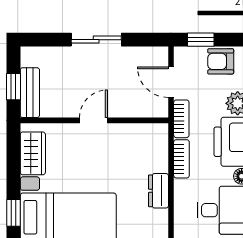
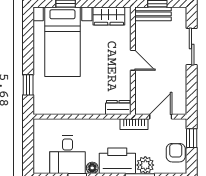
sliding door: (96, 40) -> (192, 46), moved
bookcase: (181, 159) -> (105, 124), removed
dresser: (159, 191) -> (118, 107), moved

